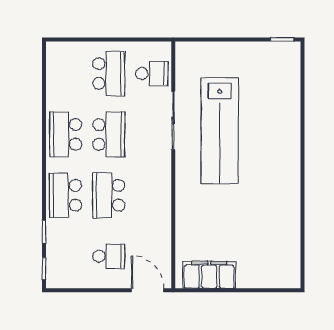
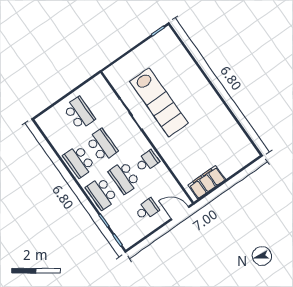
school desk: (152, 74) -> (147, 161), moved

